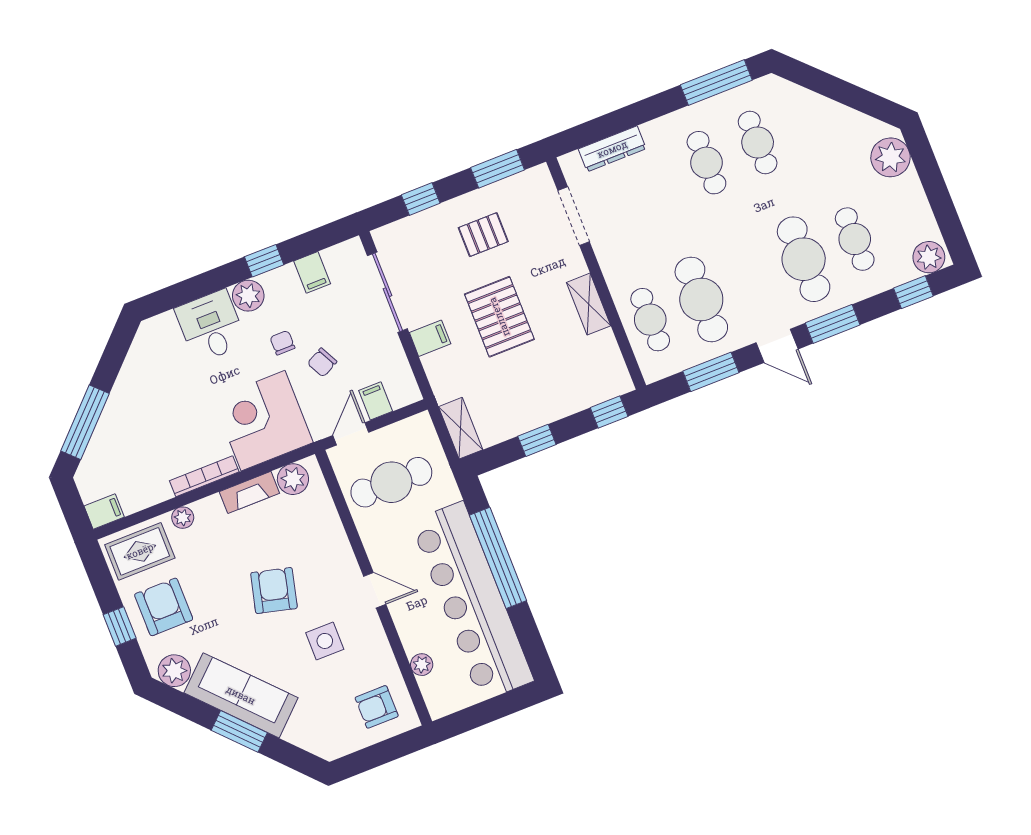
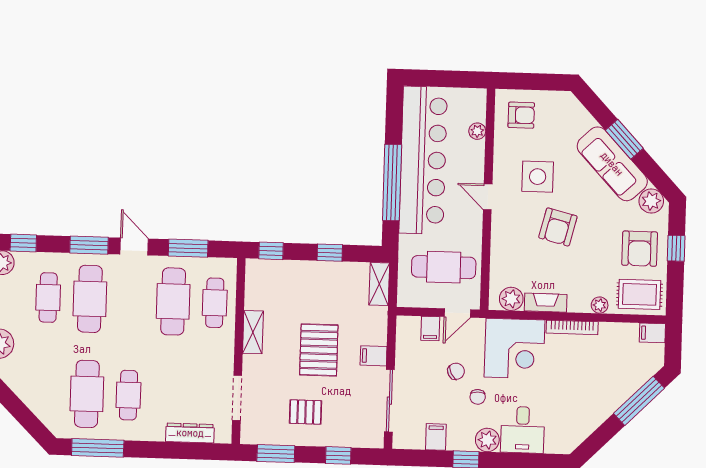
cafe table: (758, 143) -> (87, 394), width x1.37, depth x1.35
side table: (325, 641) -> (538, 177), width x1.37, depth x1.37

